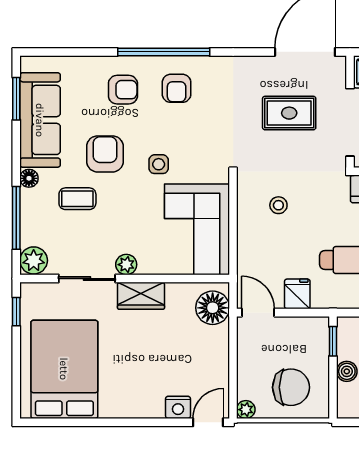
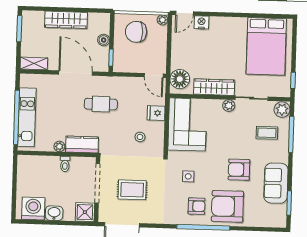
armchair: (177, 88) -> (197, 206), turned 90
armchair: (123, 90) -> (227, 206), width x1.88, depth x1.88
sofa: (40, 120) -> (276, 183), width x0.73
armchair: (105, 154) -> (239, 170), turned 90
side table: (159, 164) -> (188, 176), moved
floor lamp: (29, 178) -> (283, 157), removed
coffee table: (77, 199) -> (267, 133), moved
fridge: (297, 294) -> (156, 113), moved, turned 90
wardrobe: (141, 296) -> (214, 87), width x1.50

